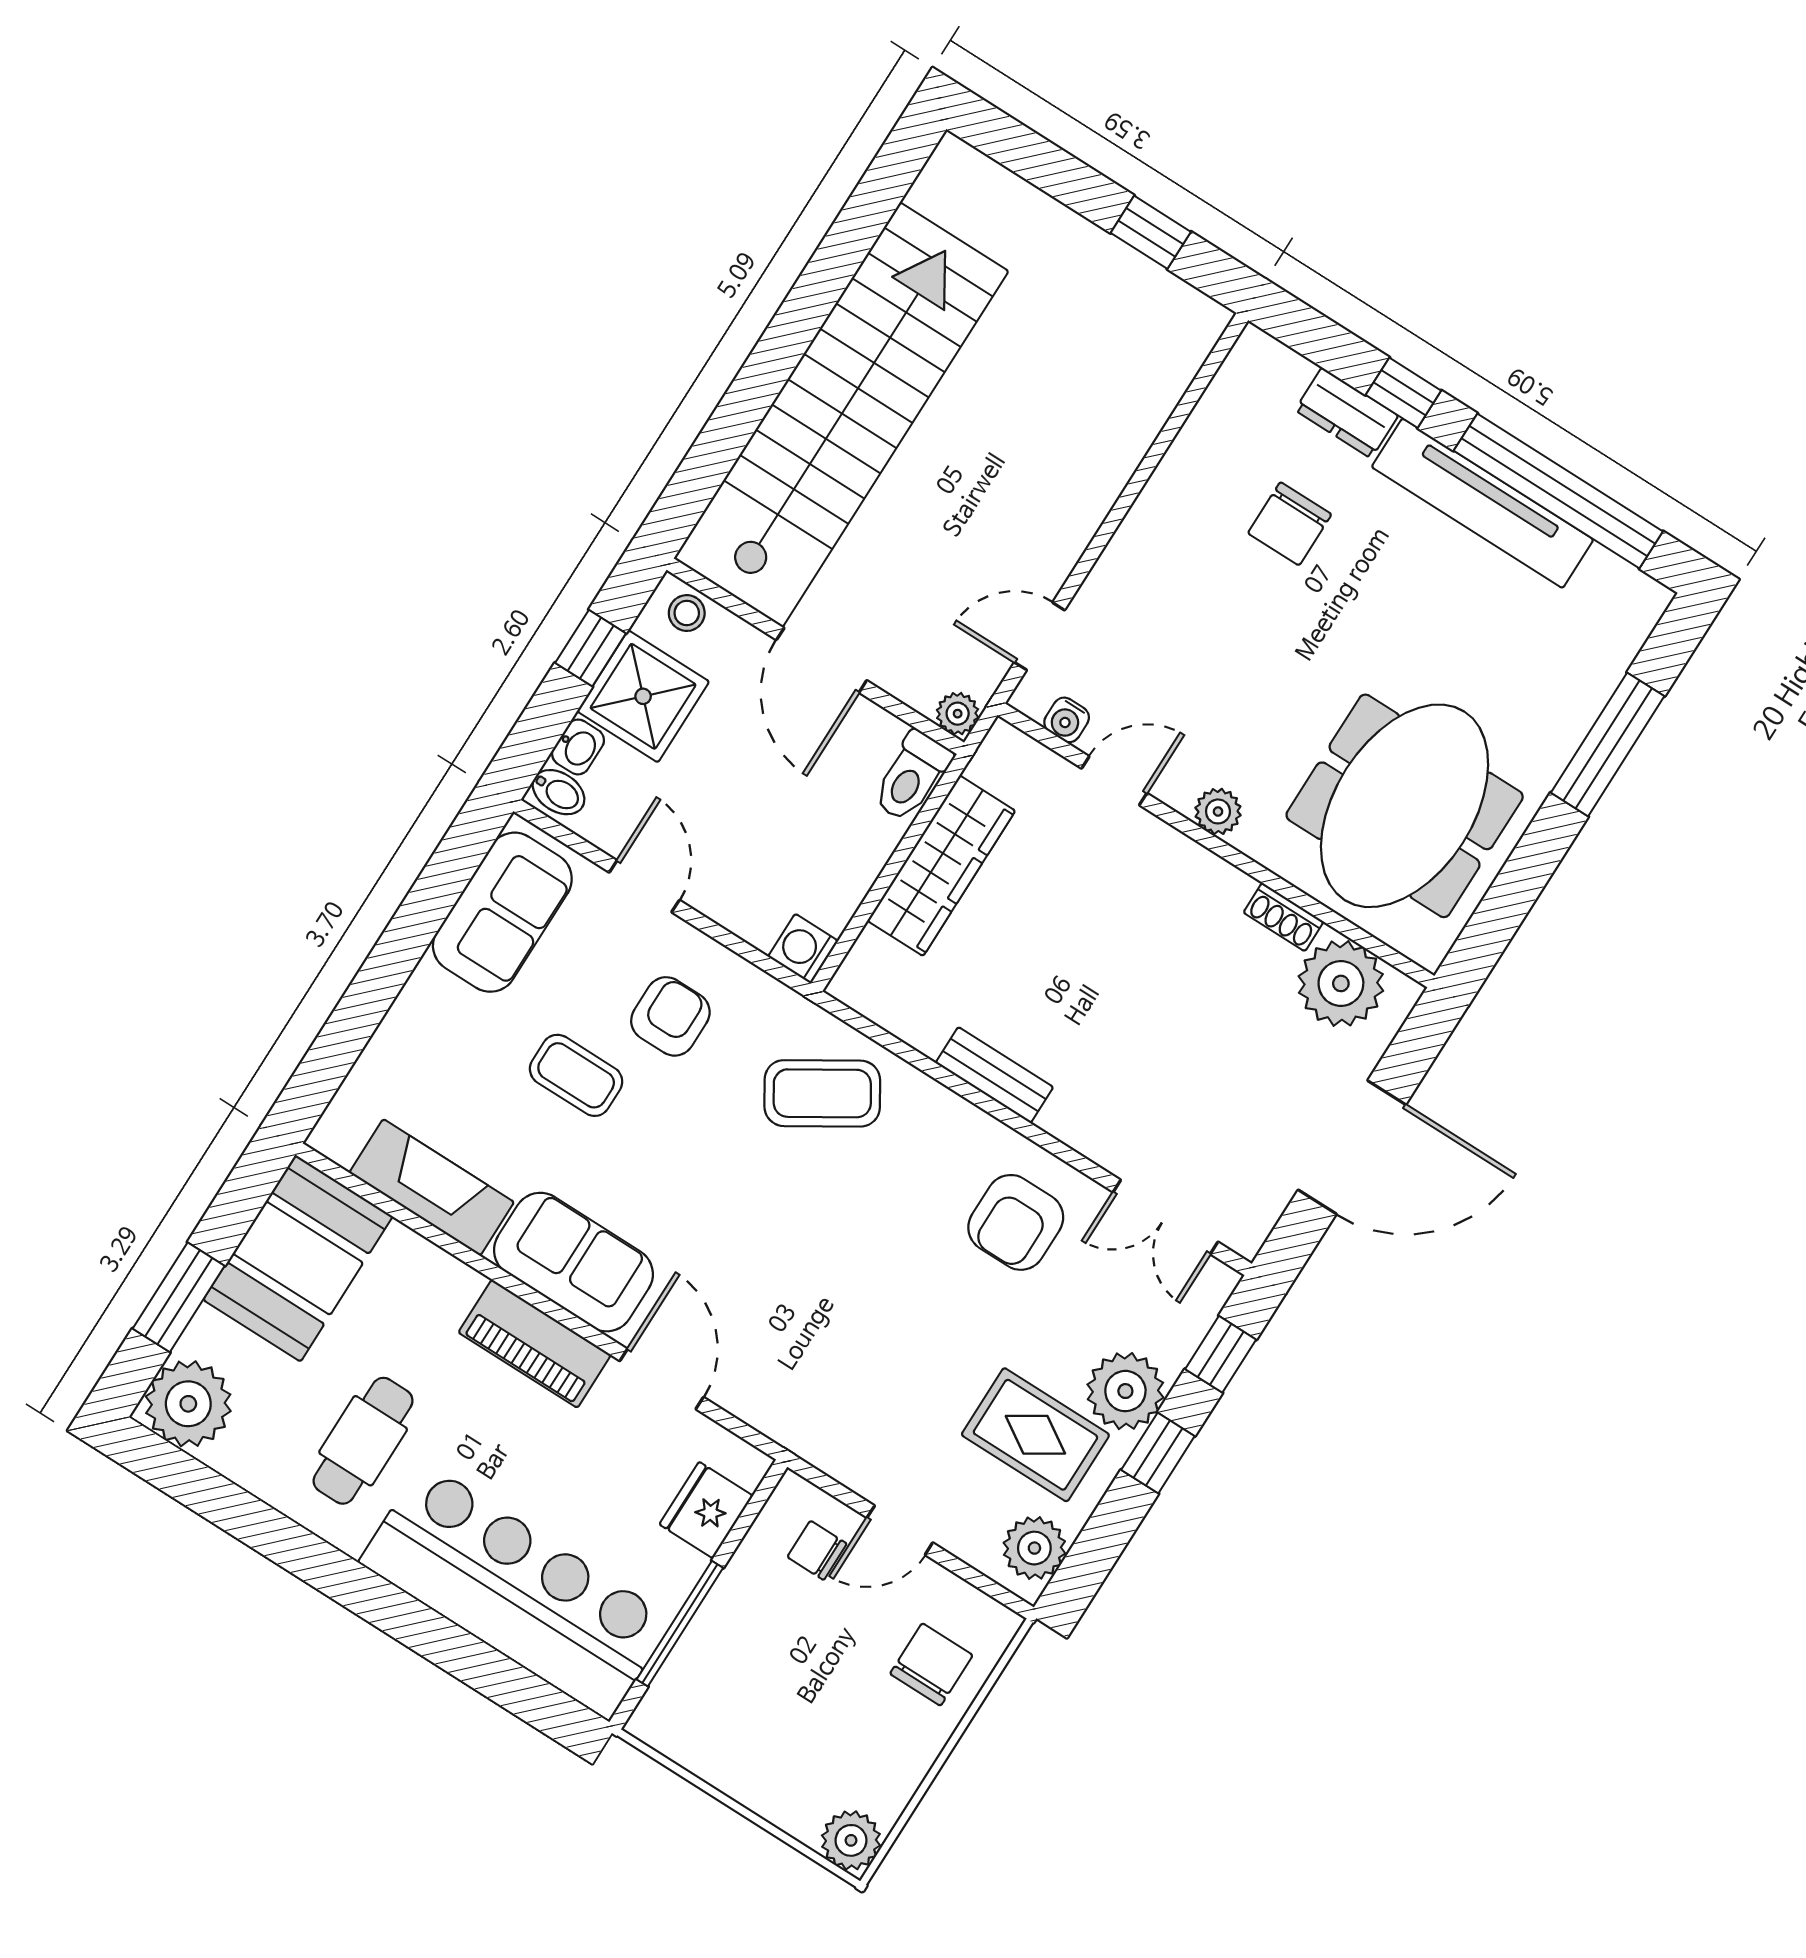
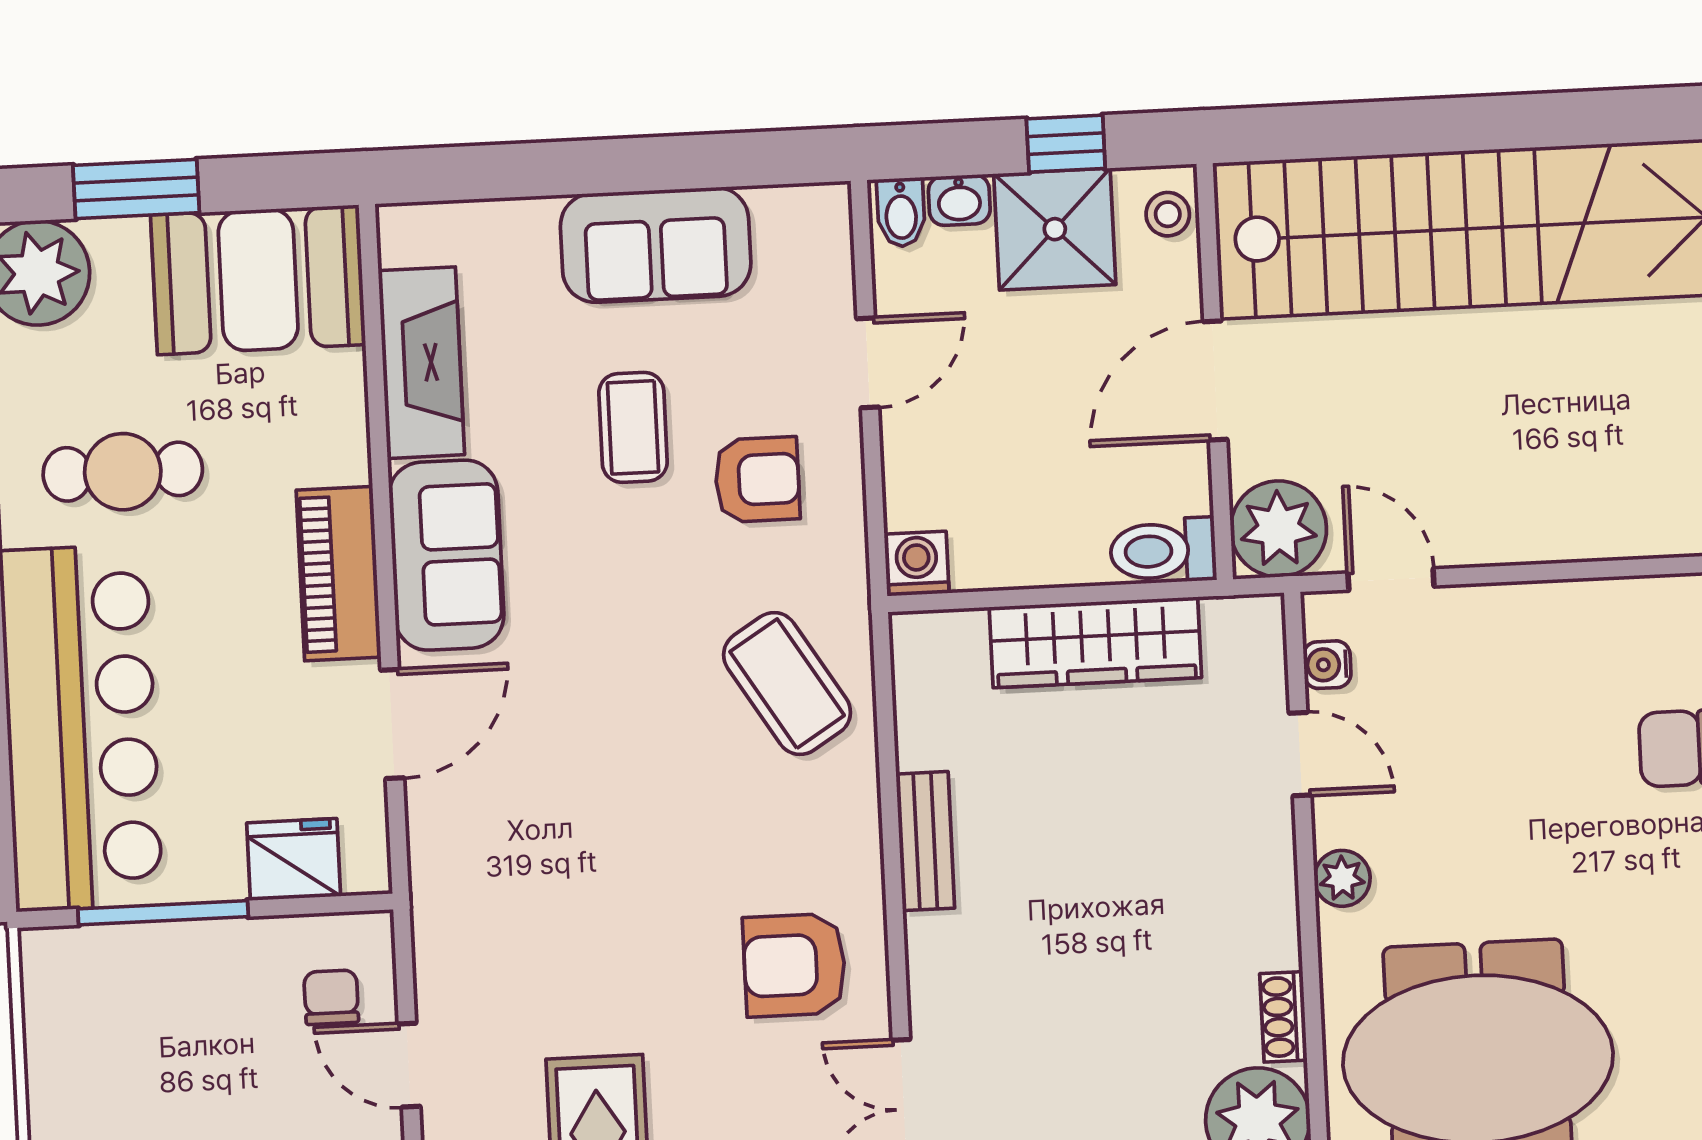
plant: (958, 714) -> (1279, 529), width x1.88, depth x1.88
sofa: (502, 912) -> (656, 245), moved

